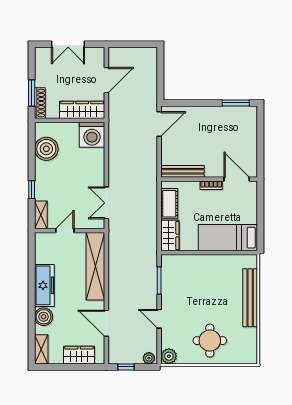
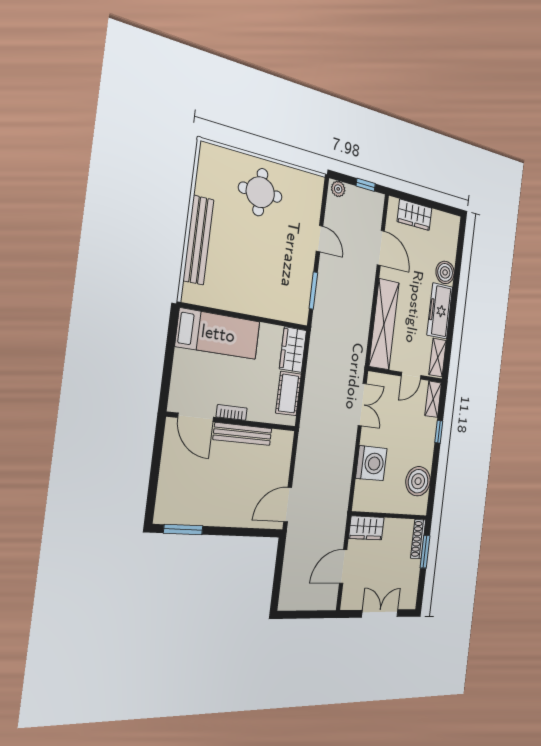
wardrobe: (82, 110) -> (366, 528), width x0.67
washing machine: (92, 135) -> (371, 463), moved, turned 90
bench: (183, 171) -> (243, 434), moved
shelving: (41, 349) -> (438, 358), moved
plant: (169, 356) -> (314, 185), removed

